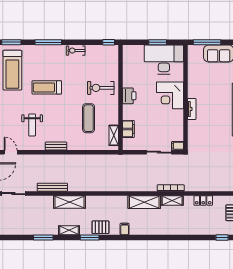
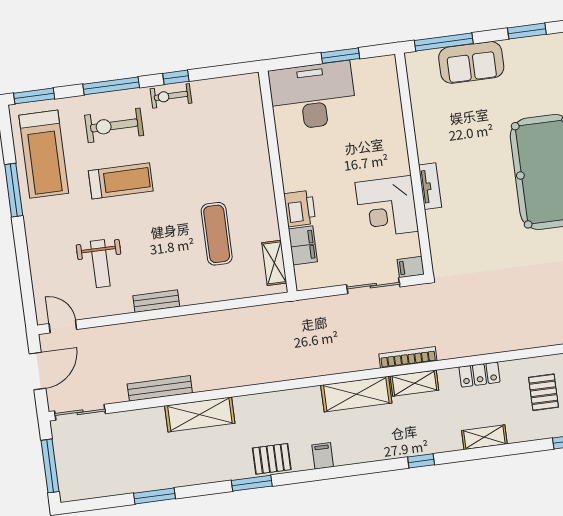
window: (109, 42) -> (176, 77), moved
desk: (164, 59) -> (313, 96), moved
treadmill: (47, 87) -> (121, 181), turned 180
exercise bike: (101, 88) -> (114, 125), moved
corner desk: (170, 95) -> (387, 207), moved
printer: (129, 96) -> (300, 208), moved
shelving: (69, 230) -> (484, 437), moved
window: (222, 237) -> (421, 461), moved

